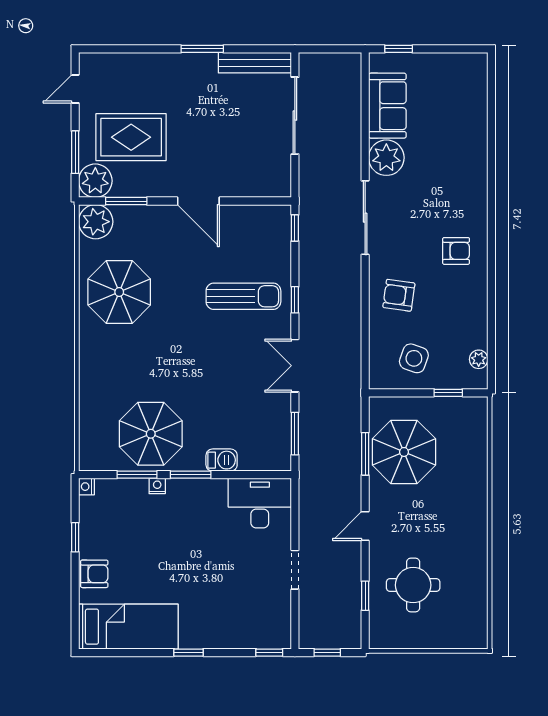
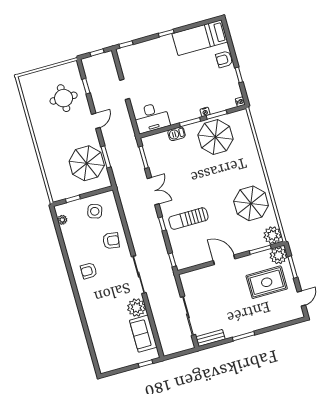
bench: (255, 63) -> (210, 338), width x0.73

